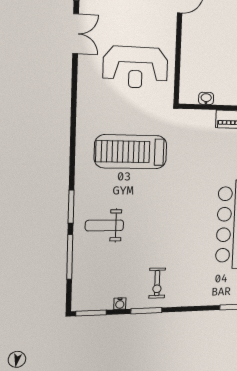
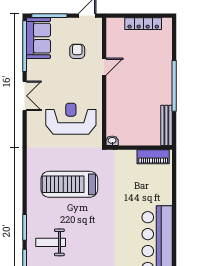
reception desk: (136, 67) -> (71, 119), turned 180
washbasin: (206, 98) -> (112, 141), moved

